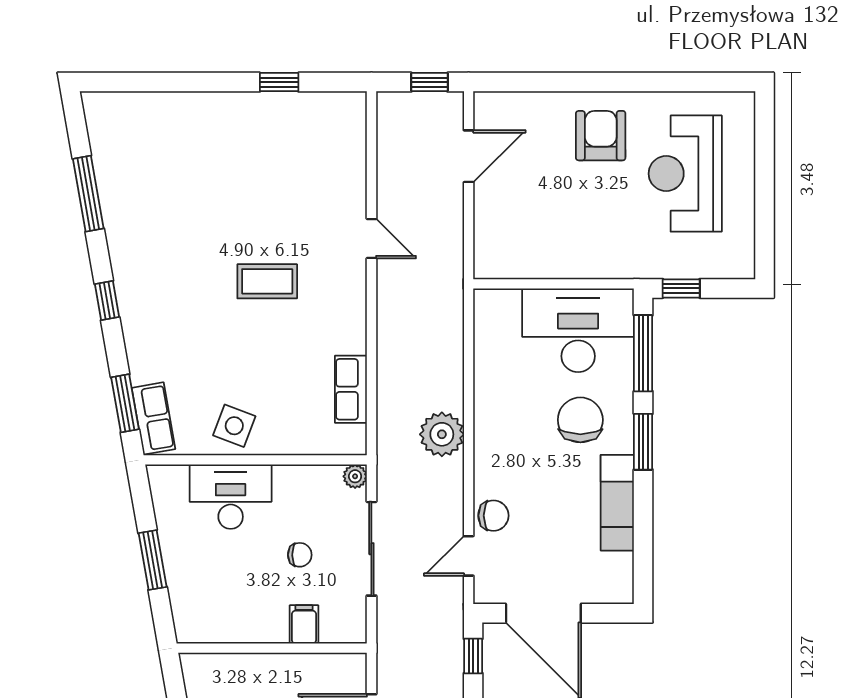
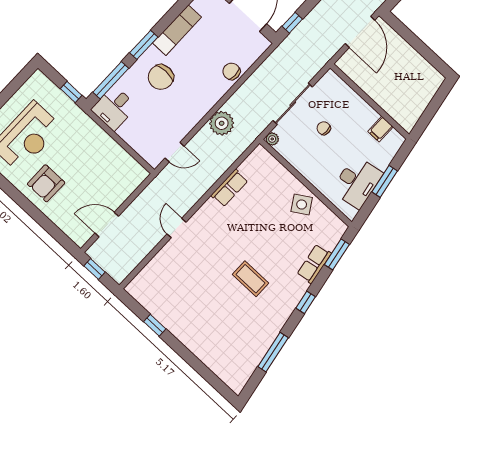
coffee table: (267, 281) -> (251, 279), moved
desk: (578, 330) -> (114, 108), width x0.53, depth x0.77
row of seats: (351, 389) -> (229, 188), moved
row of seats: (153, 418) -> (314, 264), moved
side table: (234, 426) -> (302, 205), turned 37
desk: (231, 497) -> (357, 182), moved, turned -100
door: (469, 556) -> (175, 152), moved
filing cabinet: (304, 624) -> (380, 129), moved

